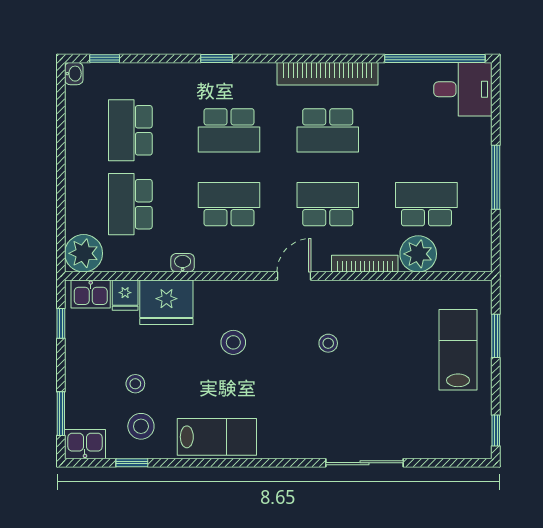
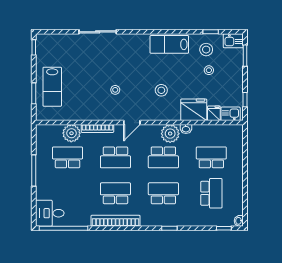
school desk: (130, 204) -> (211, 157), turned -90
school desk: (426, 204) -> (68, 157), turned 180
plant: (84, 253) -> (170, 134), moved

